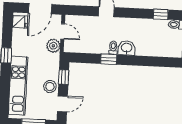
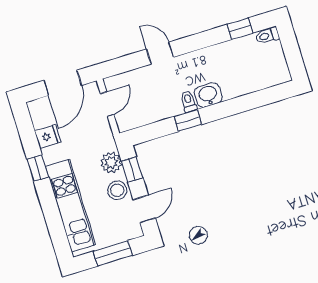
fridge: (20, 22) -> (48, 136), moved
door: (63, 31) -> (107, 104), hinge flipped
plant: (53, 46) -> (111, 163), moved

